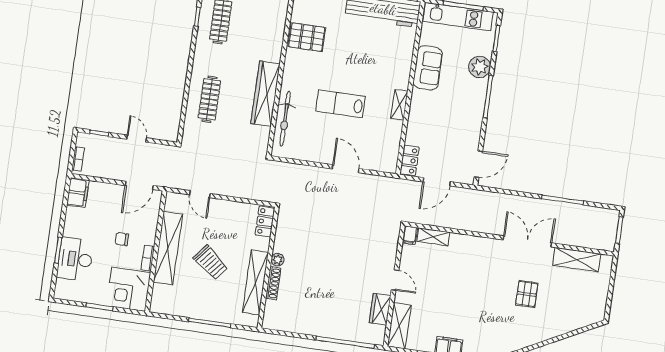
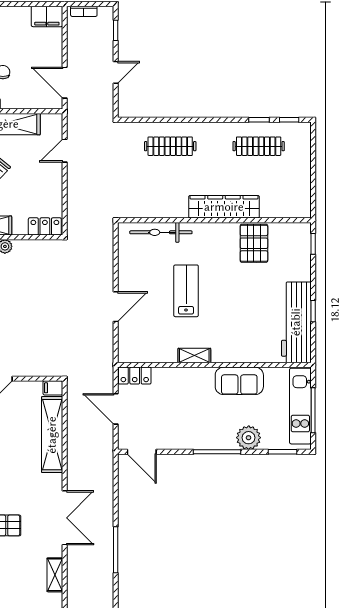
wardrobe: (265, 94) -> (224, 207), moved
shelving: (433, 237) -> (52, 435), width x2.20, depth x1.33
shelving: (577, 260) -> (55, 575), width x0.67, depth x0.75

